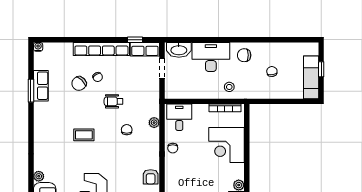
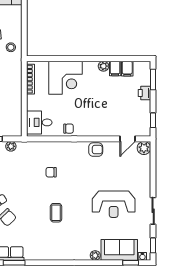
stool: (229, 87) -> (11, 47), moved
wheelchair: (114, 101) -> (24, 185), removed
plant: (154, 123) -> (11, 146), moved

